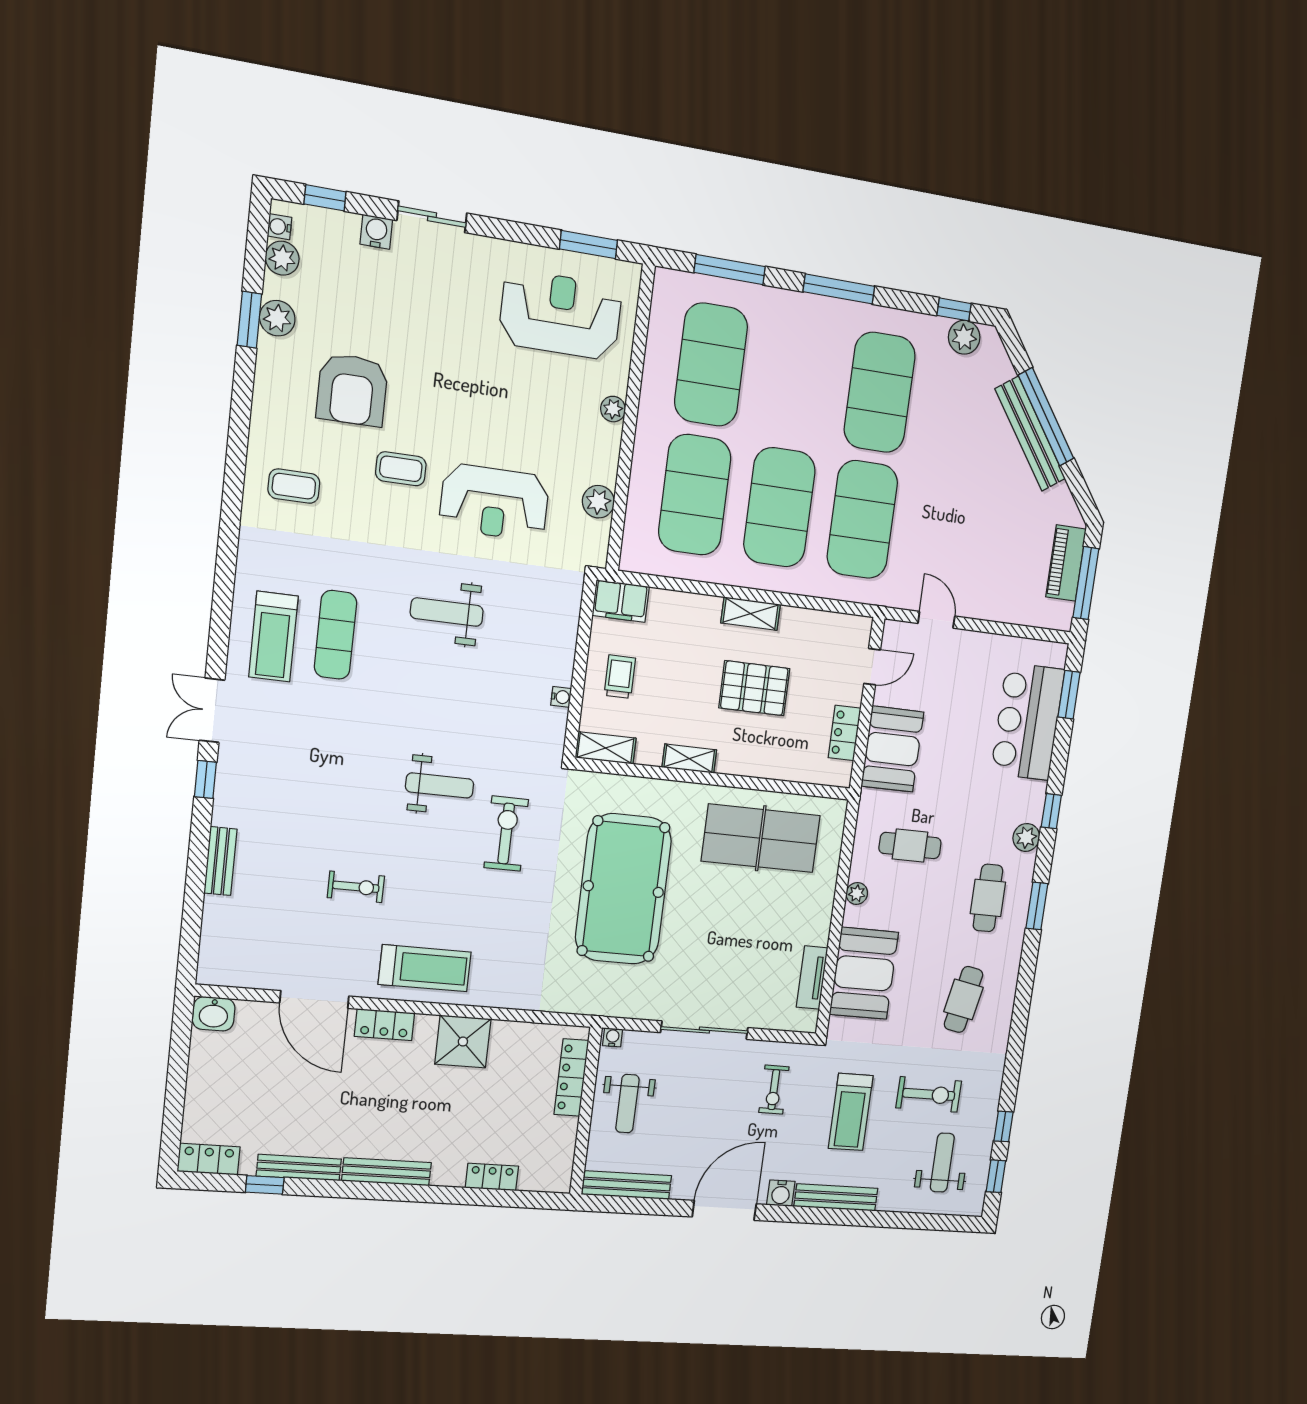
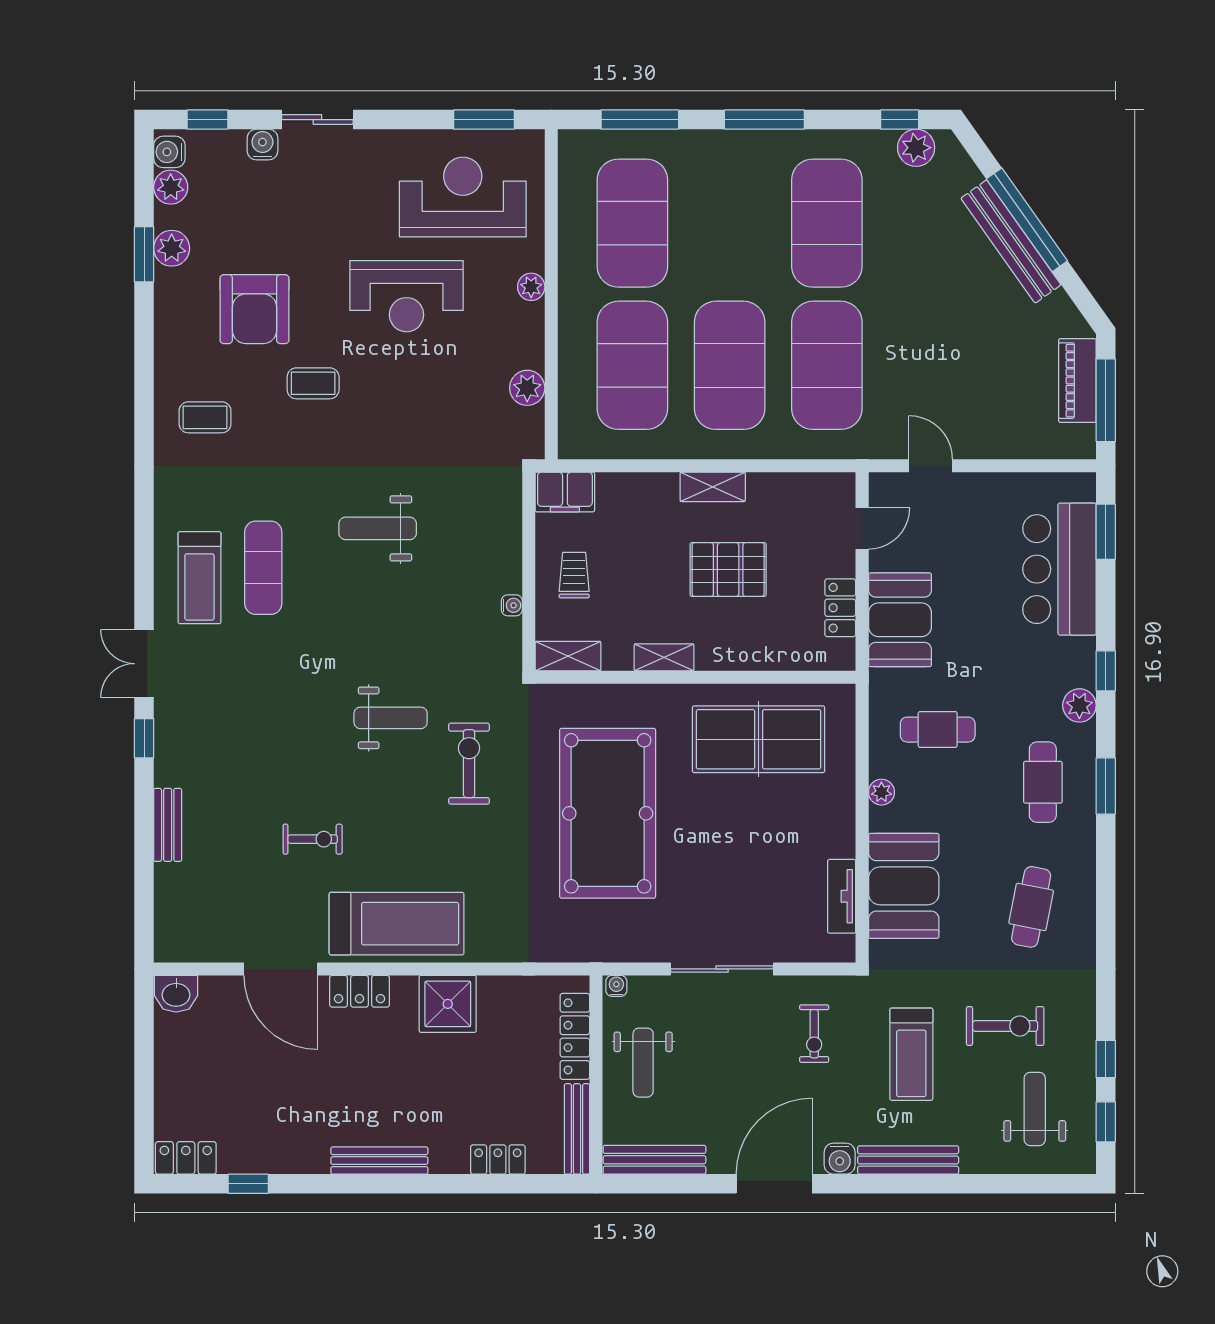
water cooler: (279, 227) -> (169, 152), width x1.38, depth x1.38
reception desk: (494, 502) -> (407, 296), moved
treadmill: (425, 968) -> (397, 924), width x1.37, depth x1.38
bench: (299, 1167) -> (577, 1129), moved, turned 90

